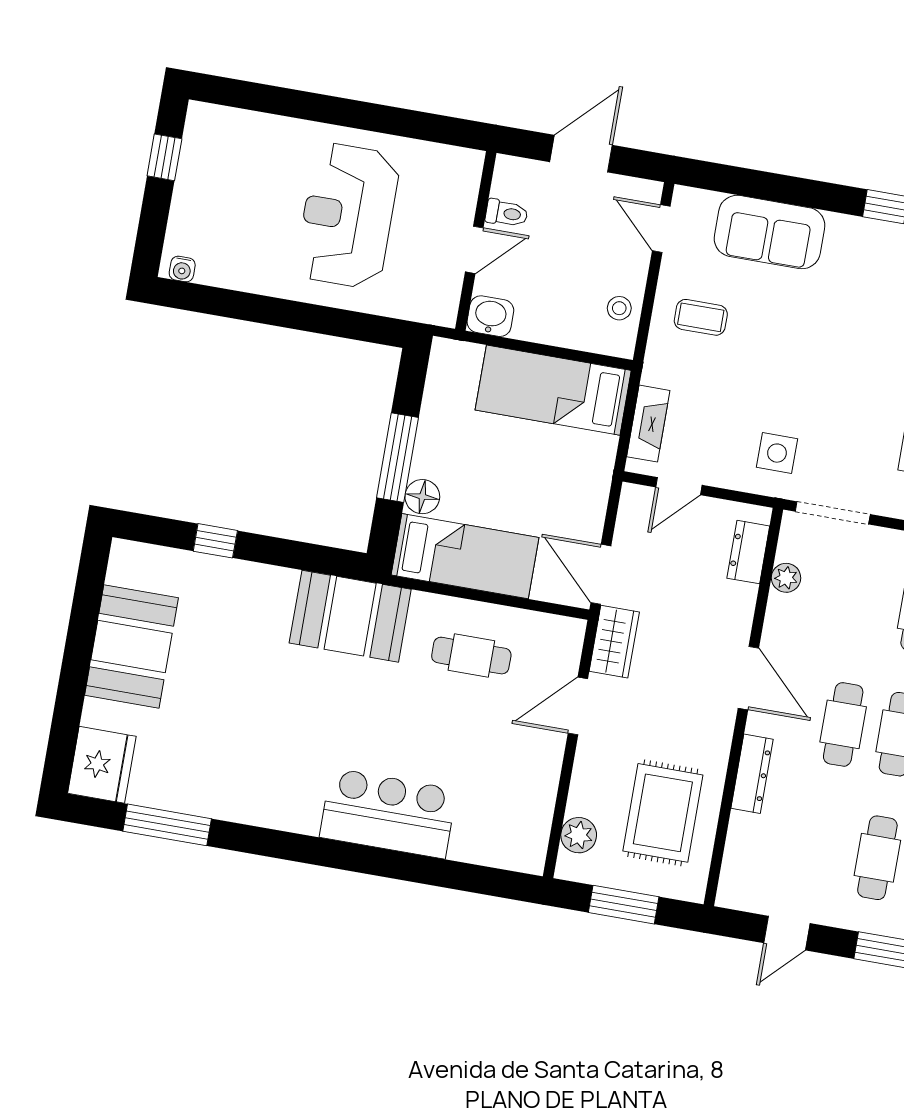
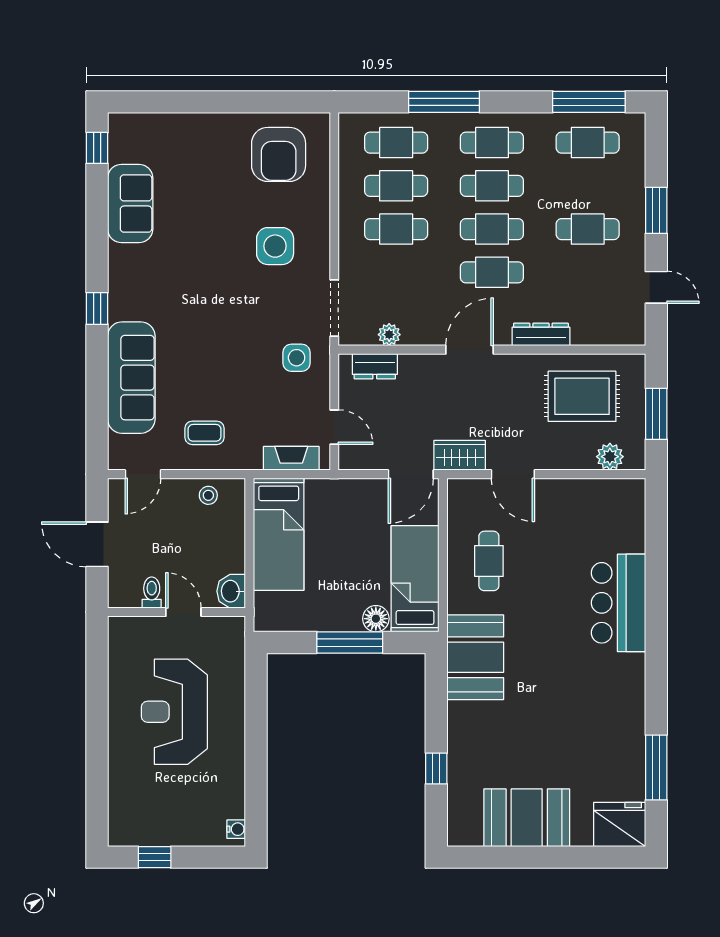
reception desk: (348, 216) -> (174, 712), turned 90
sofa: (769, 232) -> (131, 378), width x1.36
coffee table: (701, 317) -> (205, 433), turned 90

